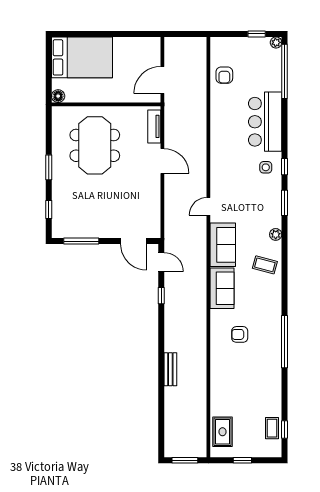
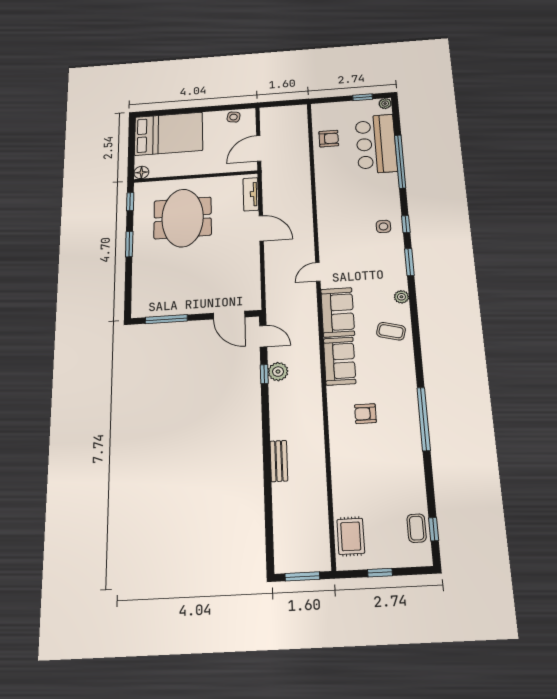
side table: (141, 45) -> (234, 117), added
window: (285, 71) -> (400, 161), moved
armchair: (224, 75) -> (329, 139), turned -90
bar counter: (265, 122) -> (376, 144), moved
window: (49, 209) -> (130, 202), moved
plant: (172, 294) -> (278, 372), added

